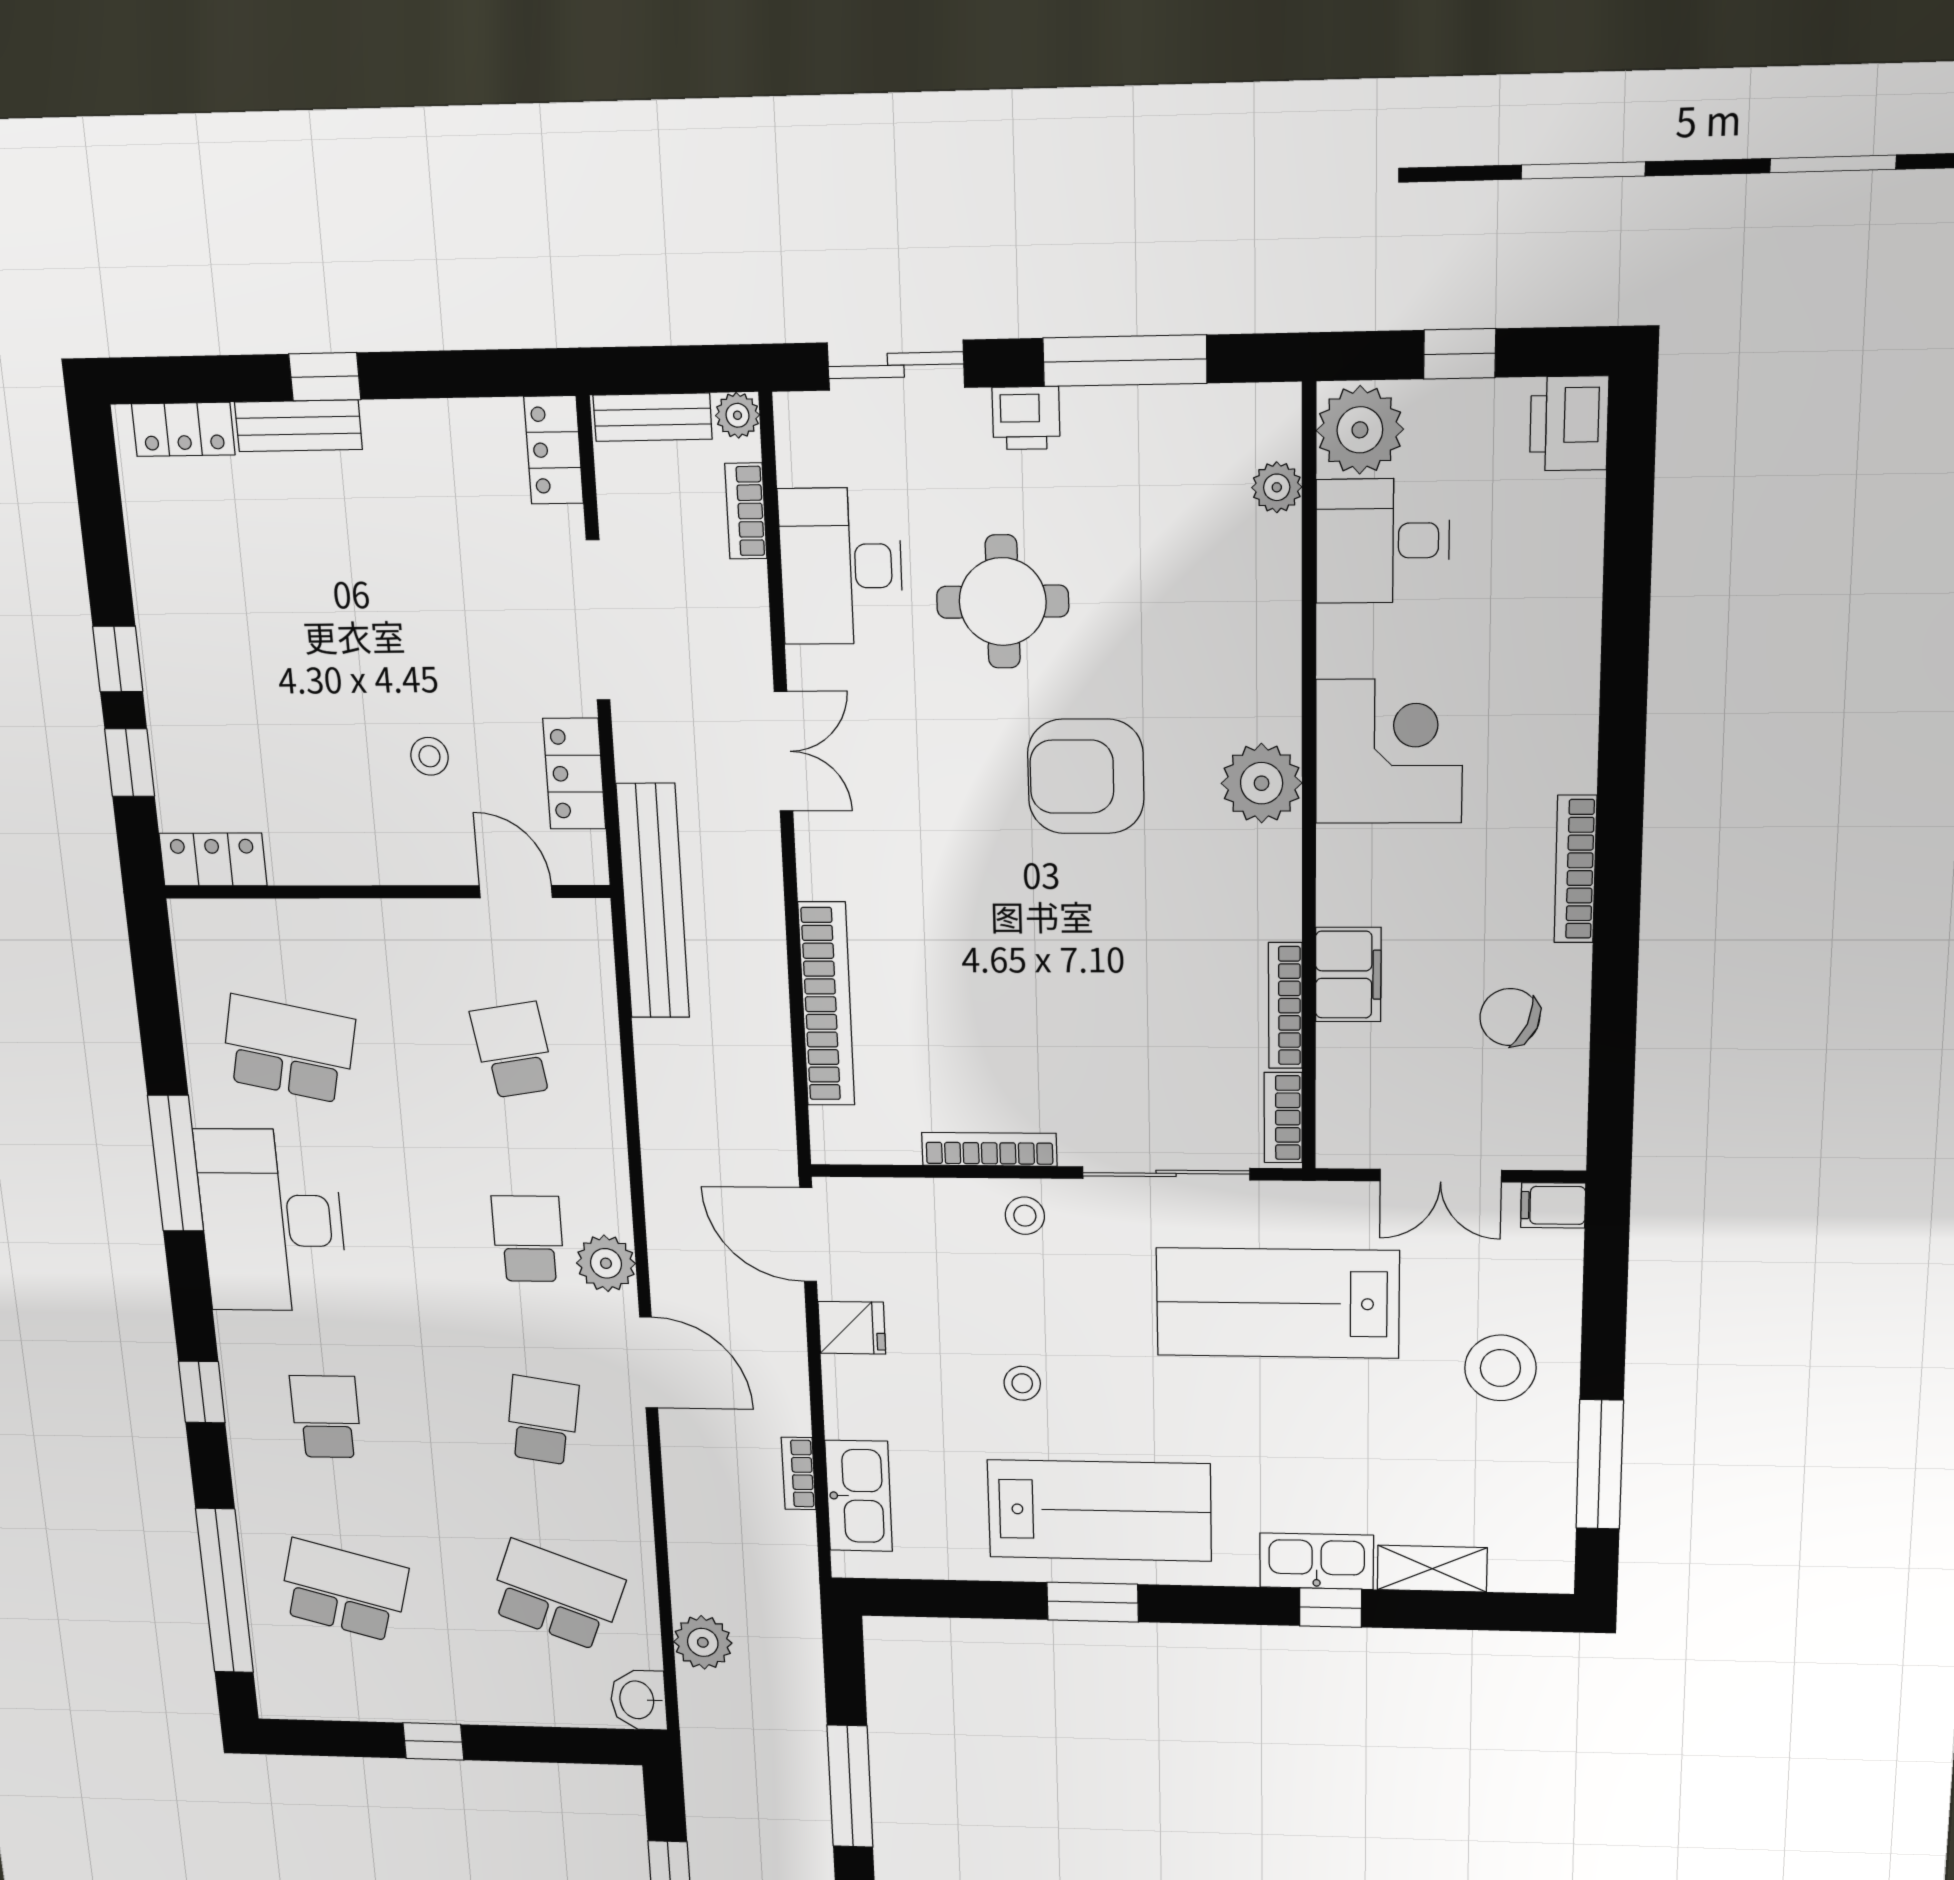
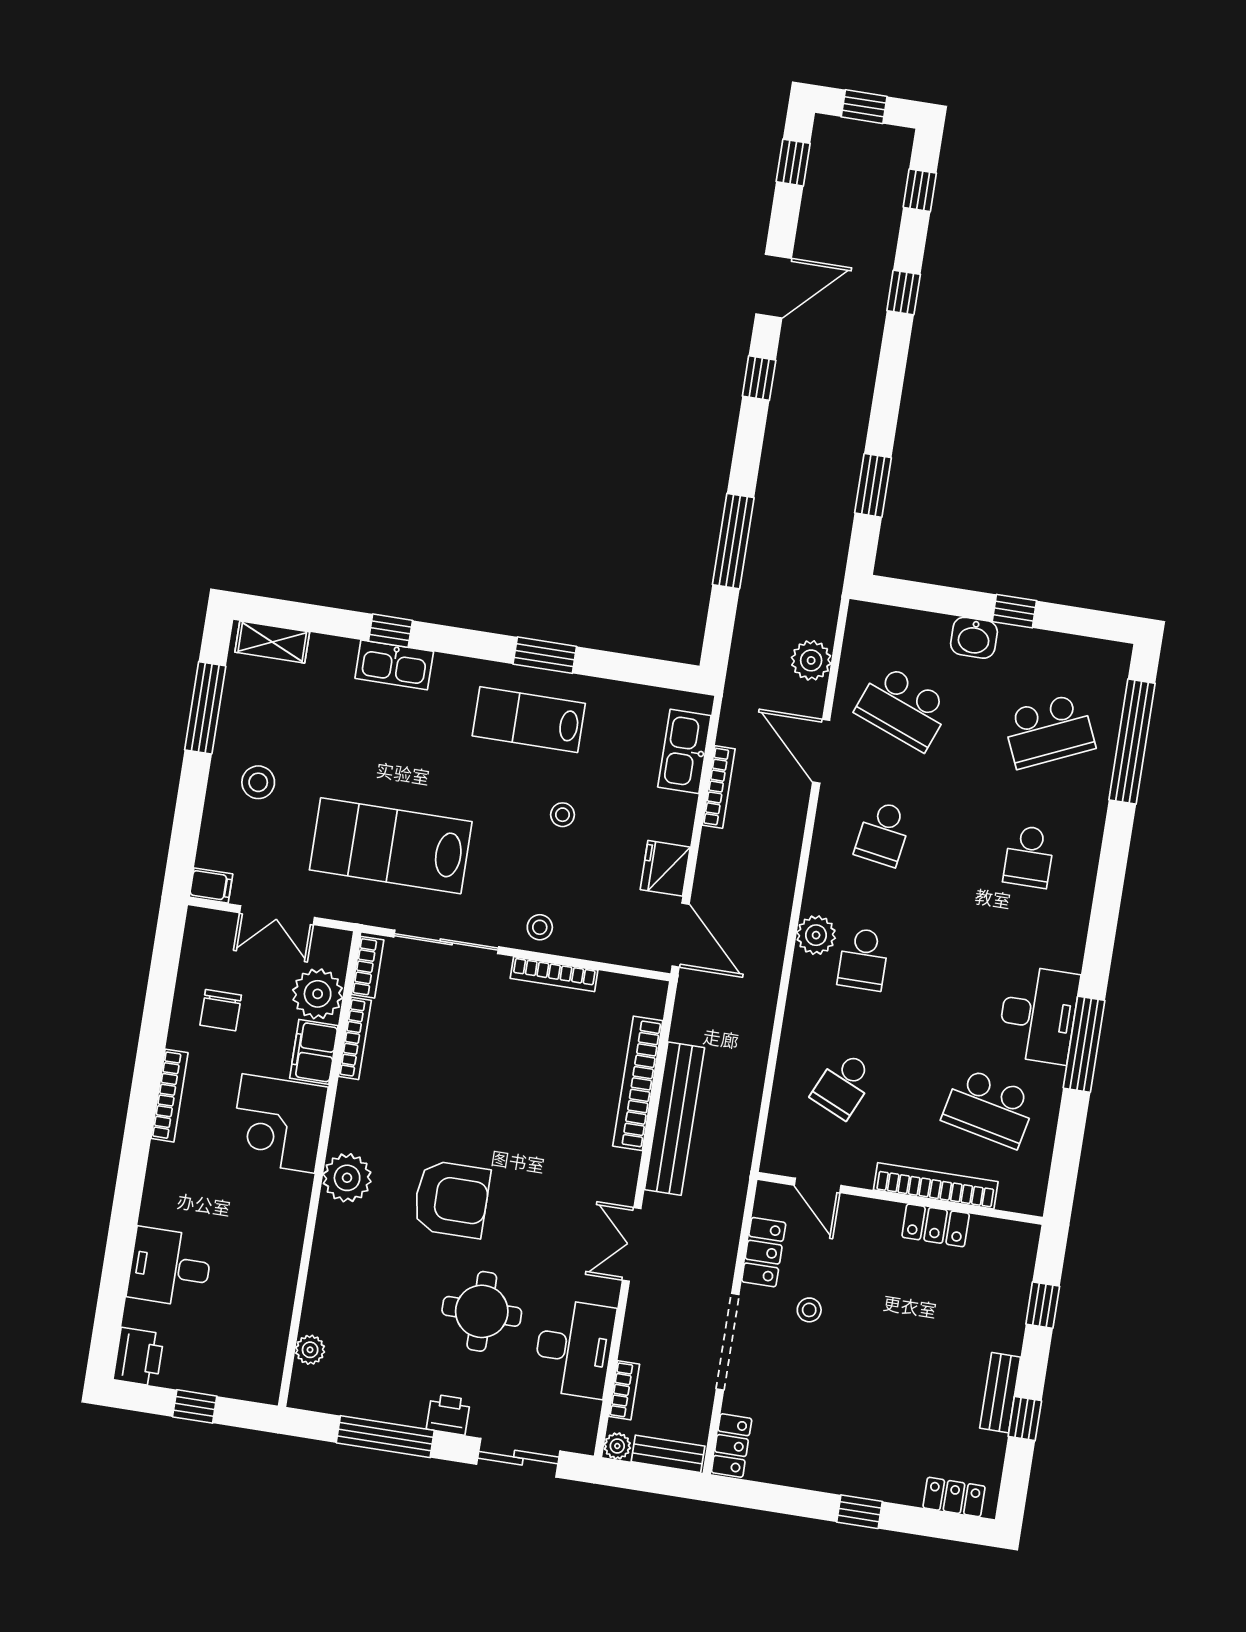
bench: (298, 426) -> (1000, 1393), moved, turned 90
plant: (1360, 430) -> (318, 994), moved
desk: (1383, 541) -> (170, 1267), moved, turned 180
window: (118, 659) -> (1025, 1419), moved
corner desk: (1389, 751) -> (278, 1123), moved
stool: (429, 756) -> (809, 1310), moved
locker: (213, 859) -> (936, 1225), moved
bench: (653, 902) -> (675, 1119), moved
bookcase: (337, 920) -> (936, 1186), added
chair: (1510, 1017) -> (221, 1010), turned 67
school desk: (513, 1050) -> (843, 1085), turned 33
double door: (1441, 1176) -> (277, 915), swing flipped
desk: (272, 1221) -> (1038, 1015), width x0.73, depth x0.77
lab bench: (1278, 1303) -> (391, 846), turned 180
fridge: (852, 1328) -> (665, 868), width x1.38
door: (649, 1363) -> (821, 751), moved
stool: (1500, 1368) -> (258, 782), width x0.73, depth x0.73
window: (202, 1392) -> (1109, 886), removed
bookcase: (799, 1473) -> (719, 787), width x1.56
lab bench: (1099, 1511) -> (529, 720), width x0.73, depth x0.72
shelving: (1432, 1569) -> (272, 642), moved
school desk: (344, 1590) -> (1049, 731), turned -39
washbasin: (638, 1700) -> (974, 638), moved, turned 90

